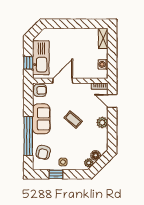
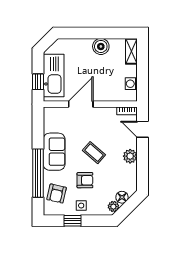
boiler: (79, 35) -> (101, 46), added
armchair: (40, 90) -> (85, 180), moved

